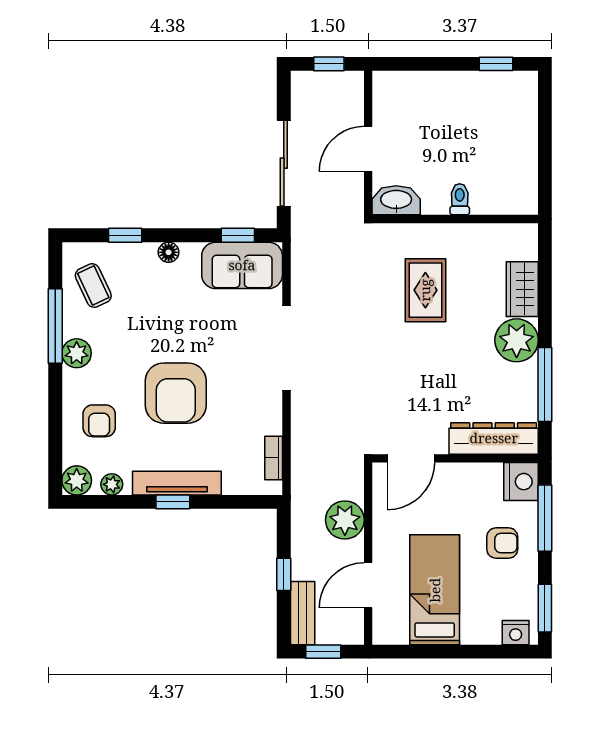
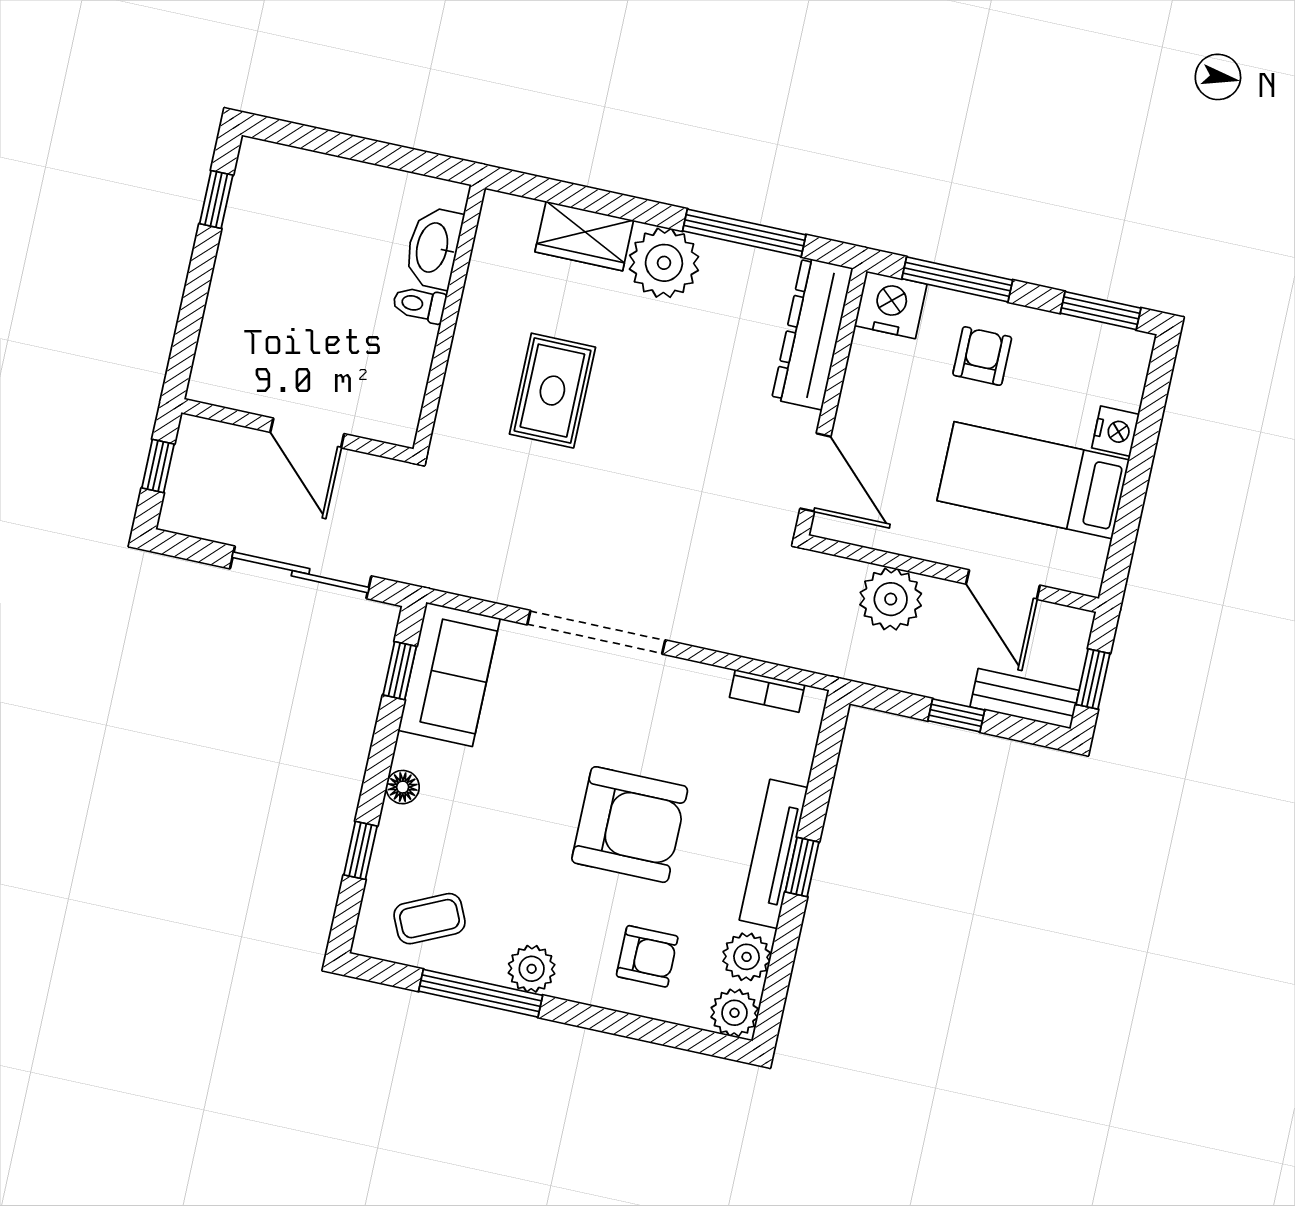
washbasin: (396, 200) -> (433, 248), moved
rug: (425, 290) -> (552, 391), turned 90
plant: (112, 484) -> (747, 957), width x1.38, depth x1.38
nightstand: (516, 633) -> (1115, 431), moved

